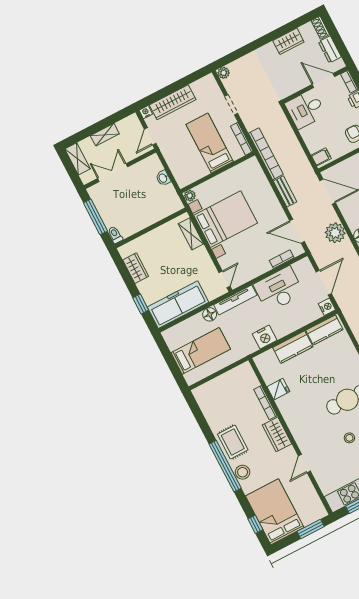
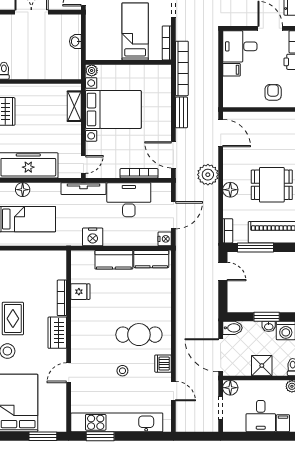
filing cabinet: (321, 157) -> (231, 70), moved
bookcase: (282, 259) -> (139, 173), width x1.56
floor lamp: (210, 314) -> (23, 190), moved

